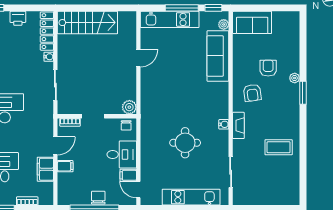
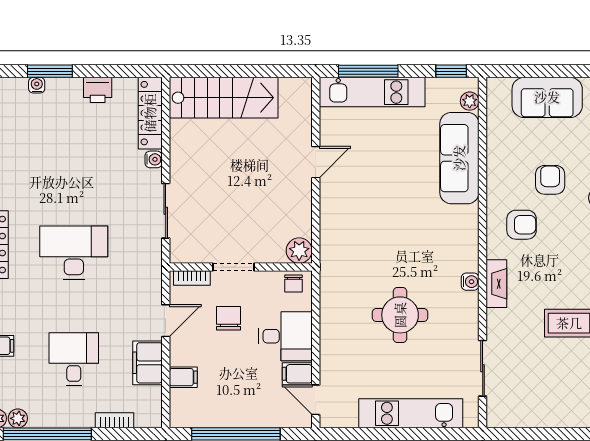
window: (182, 8) -> (368, 71), moved
sofa: (252, 22) -> (547, 97), moved
armchair: (252, 93) -> (522, 225), turned -82
filing cabinet: (65, 166) -> (183, 377), moved
chair: (98, 198) -> (229, 318), moved

